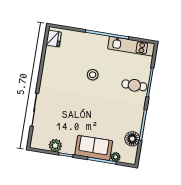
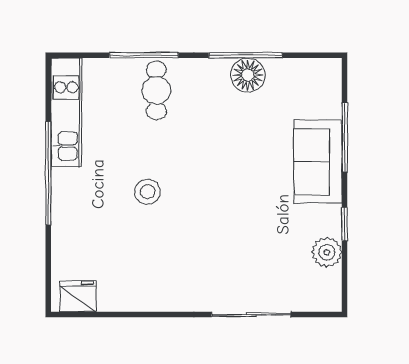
floor lamp: (132, 139) -> (248, 75), moved
plant: (116, 157) -> (331, 107), removed

